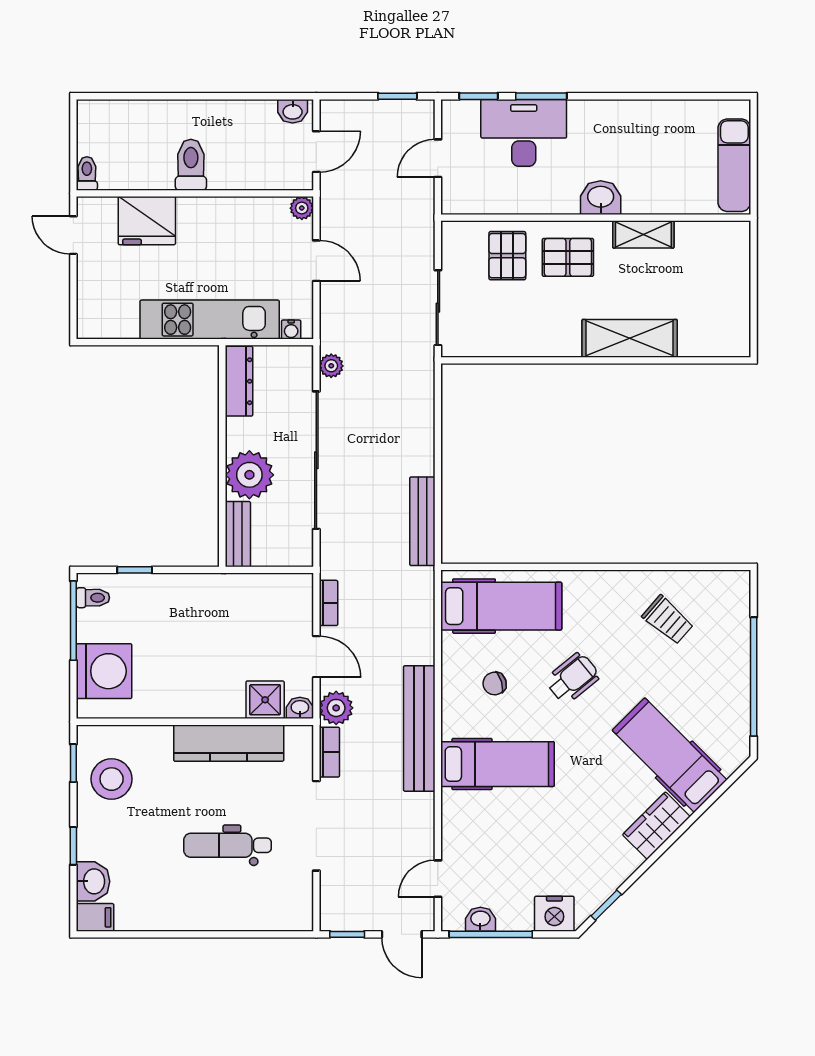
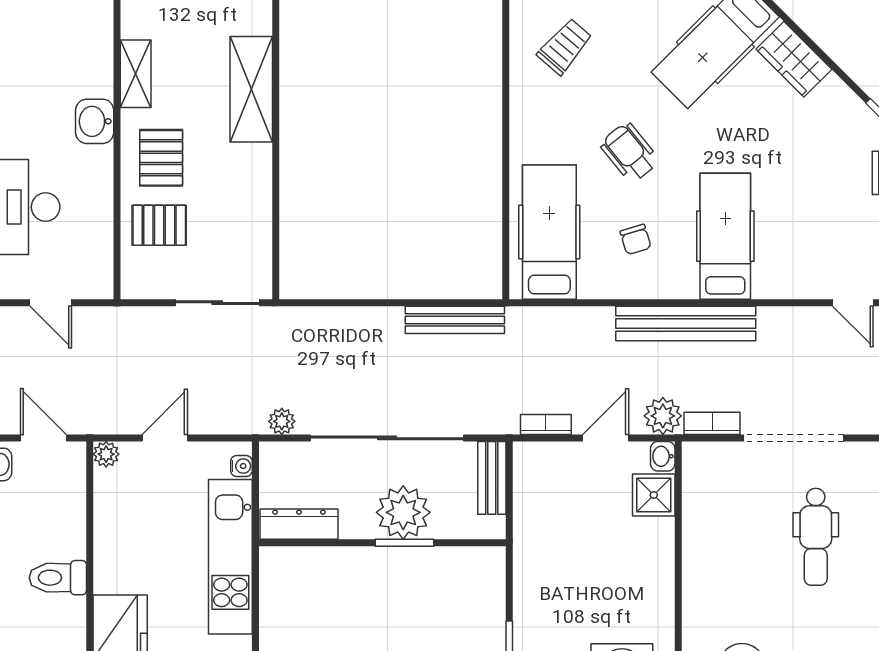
window: (222, 476) -> (405, 543), added
bench: (238, 534) -> (492, 478), moved, turned 90
kitchen counter: (229, 743) -> (702, 536), removed

